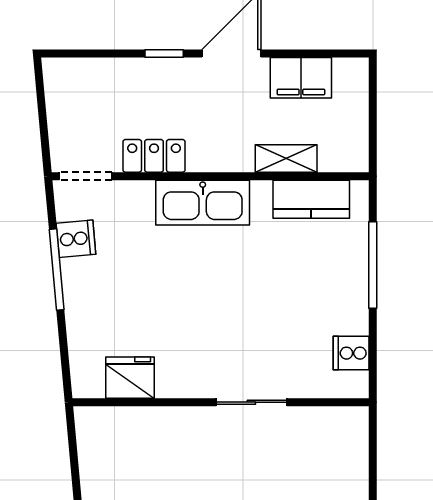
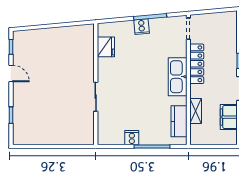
locker: (154, 156) -> (197, 64), width x1.53
cooker: (76, 239) -> (142, 27), moved
cooker: (351, 353) -> (132, 138), moved

